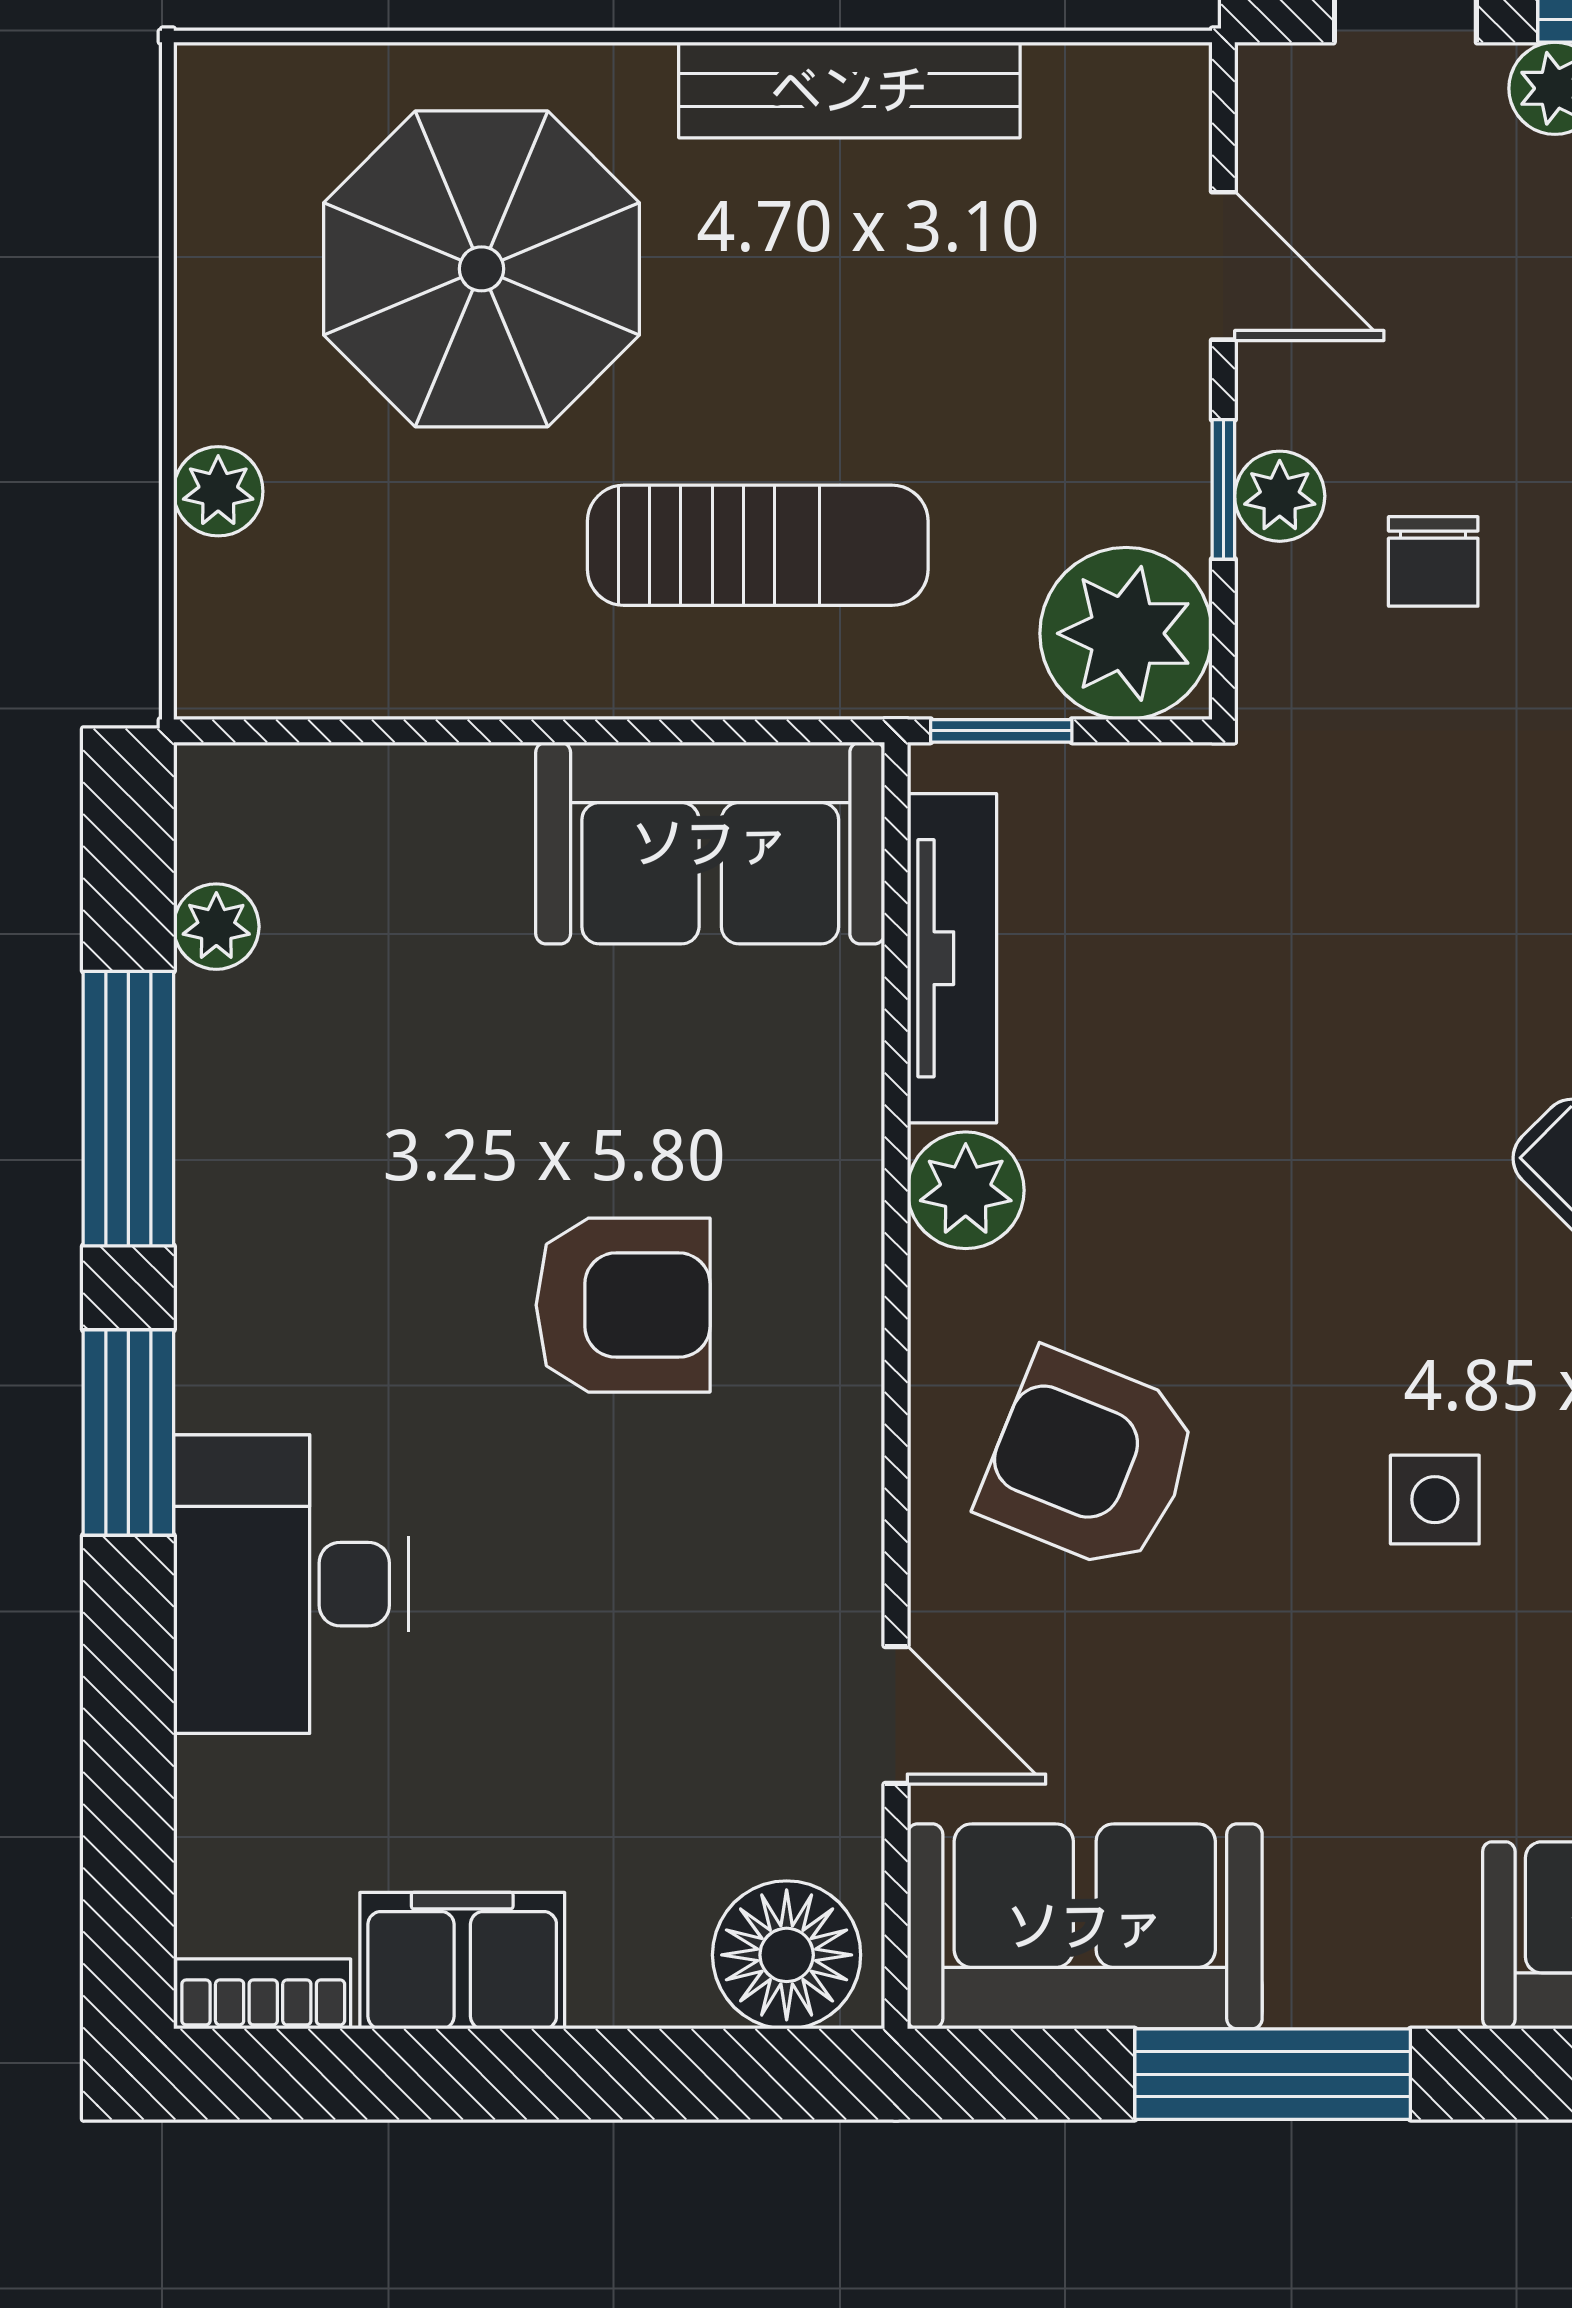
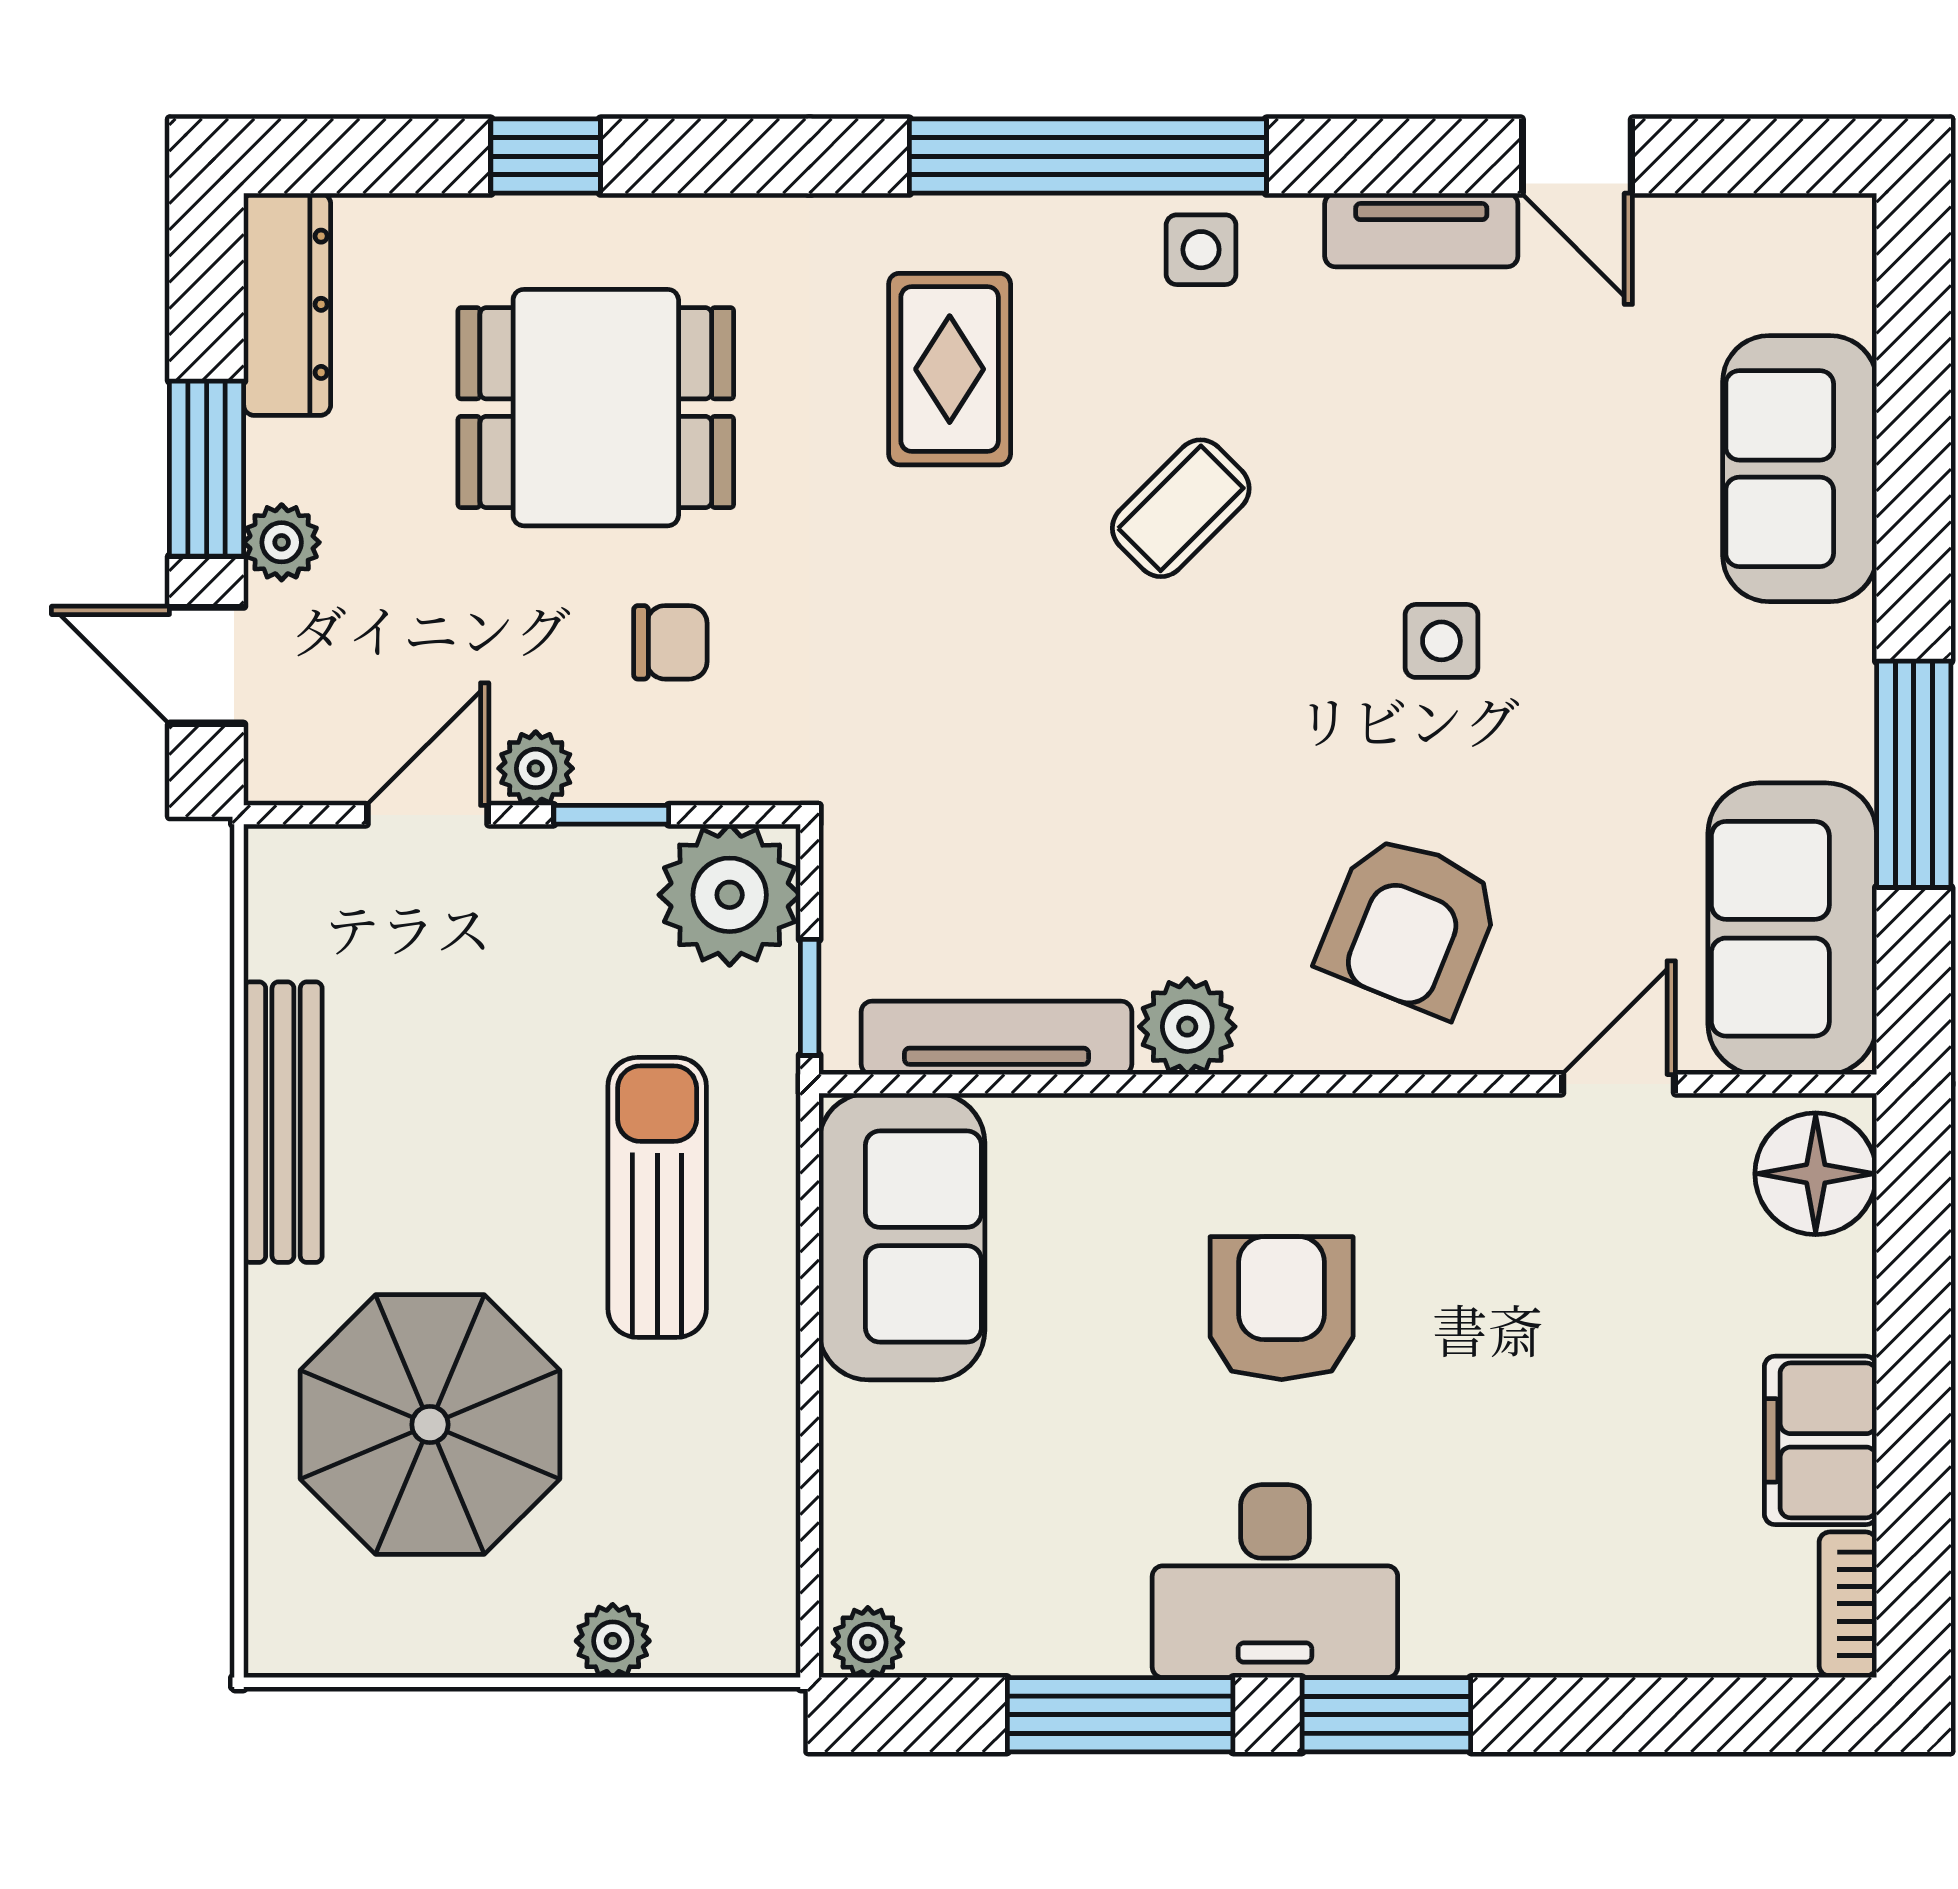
plant: (1280, 496) -> (536, 768), moved
plant: (216, 927) -> (868, 1643), moved
desk: (291, 1584) -> (1275, 1581), moved

